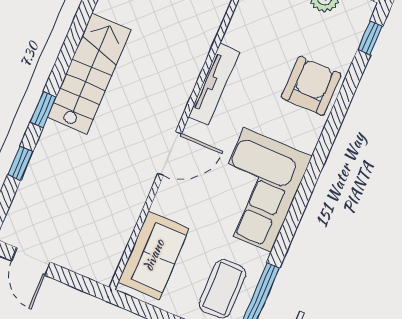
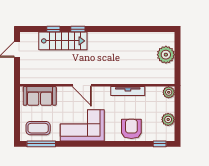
stairs: (89, 73) -> (63, 41), moved
tv unit: (214, 84) -> (128, 91), moved
armchair: (311, 86) -> (131, 129), turned -90

